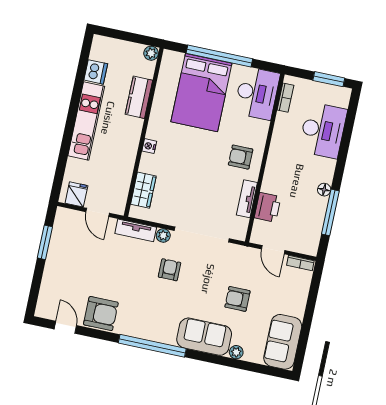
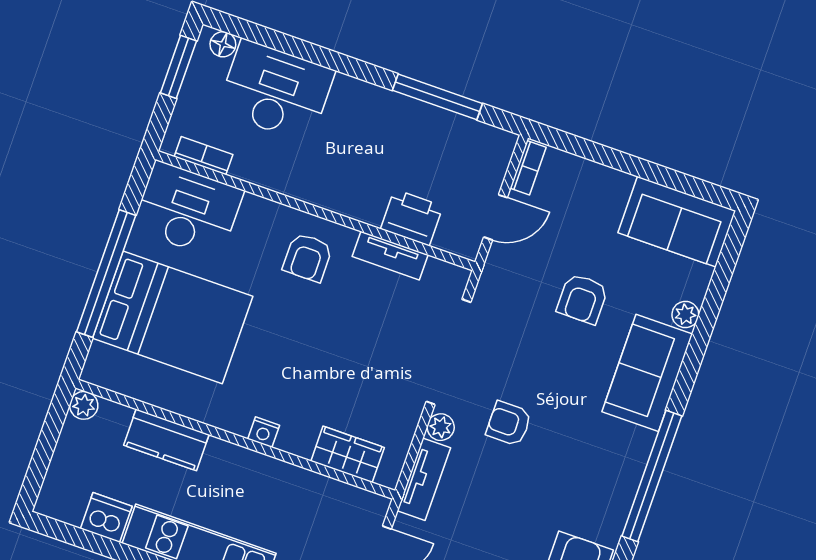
floor lamp: (324, 190) -> (223, 44), moved

